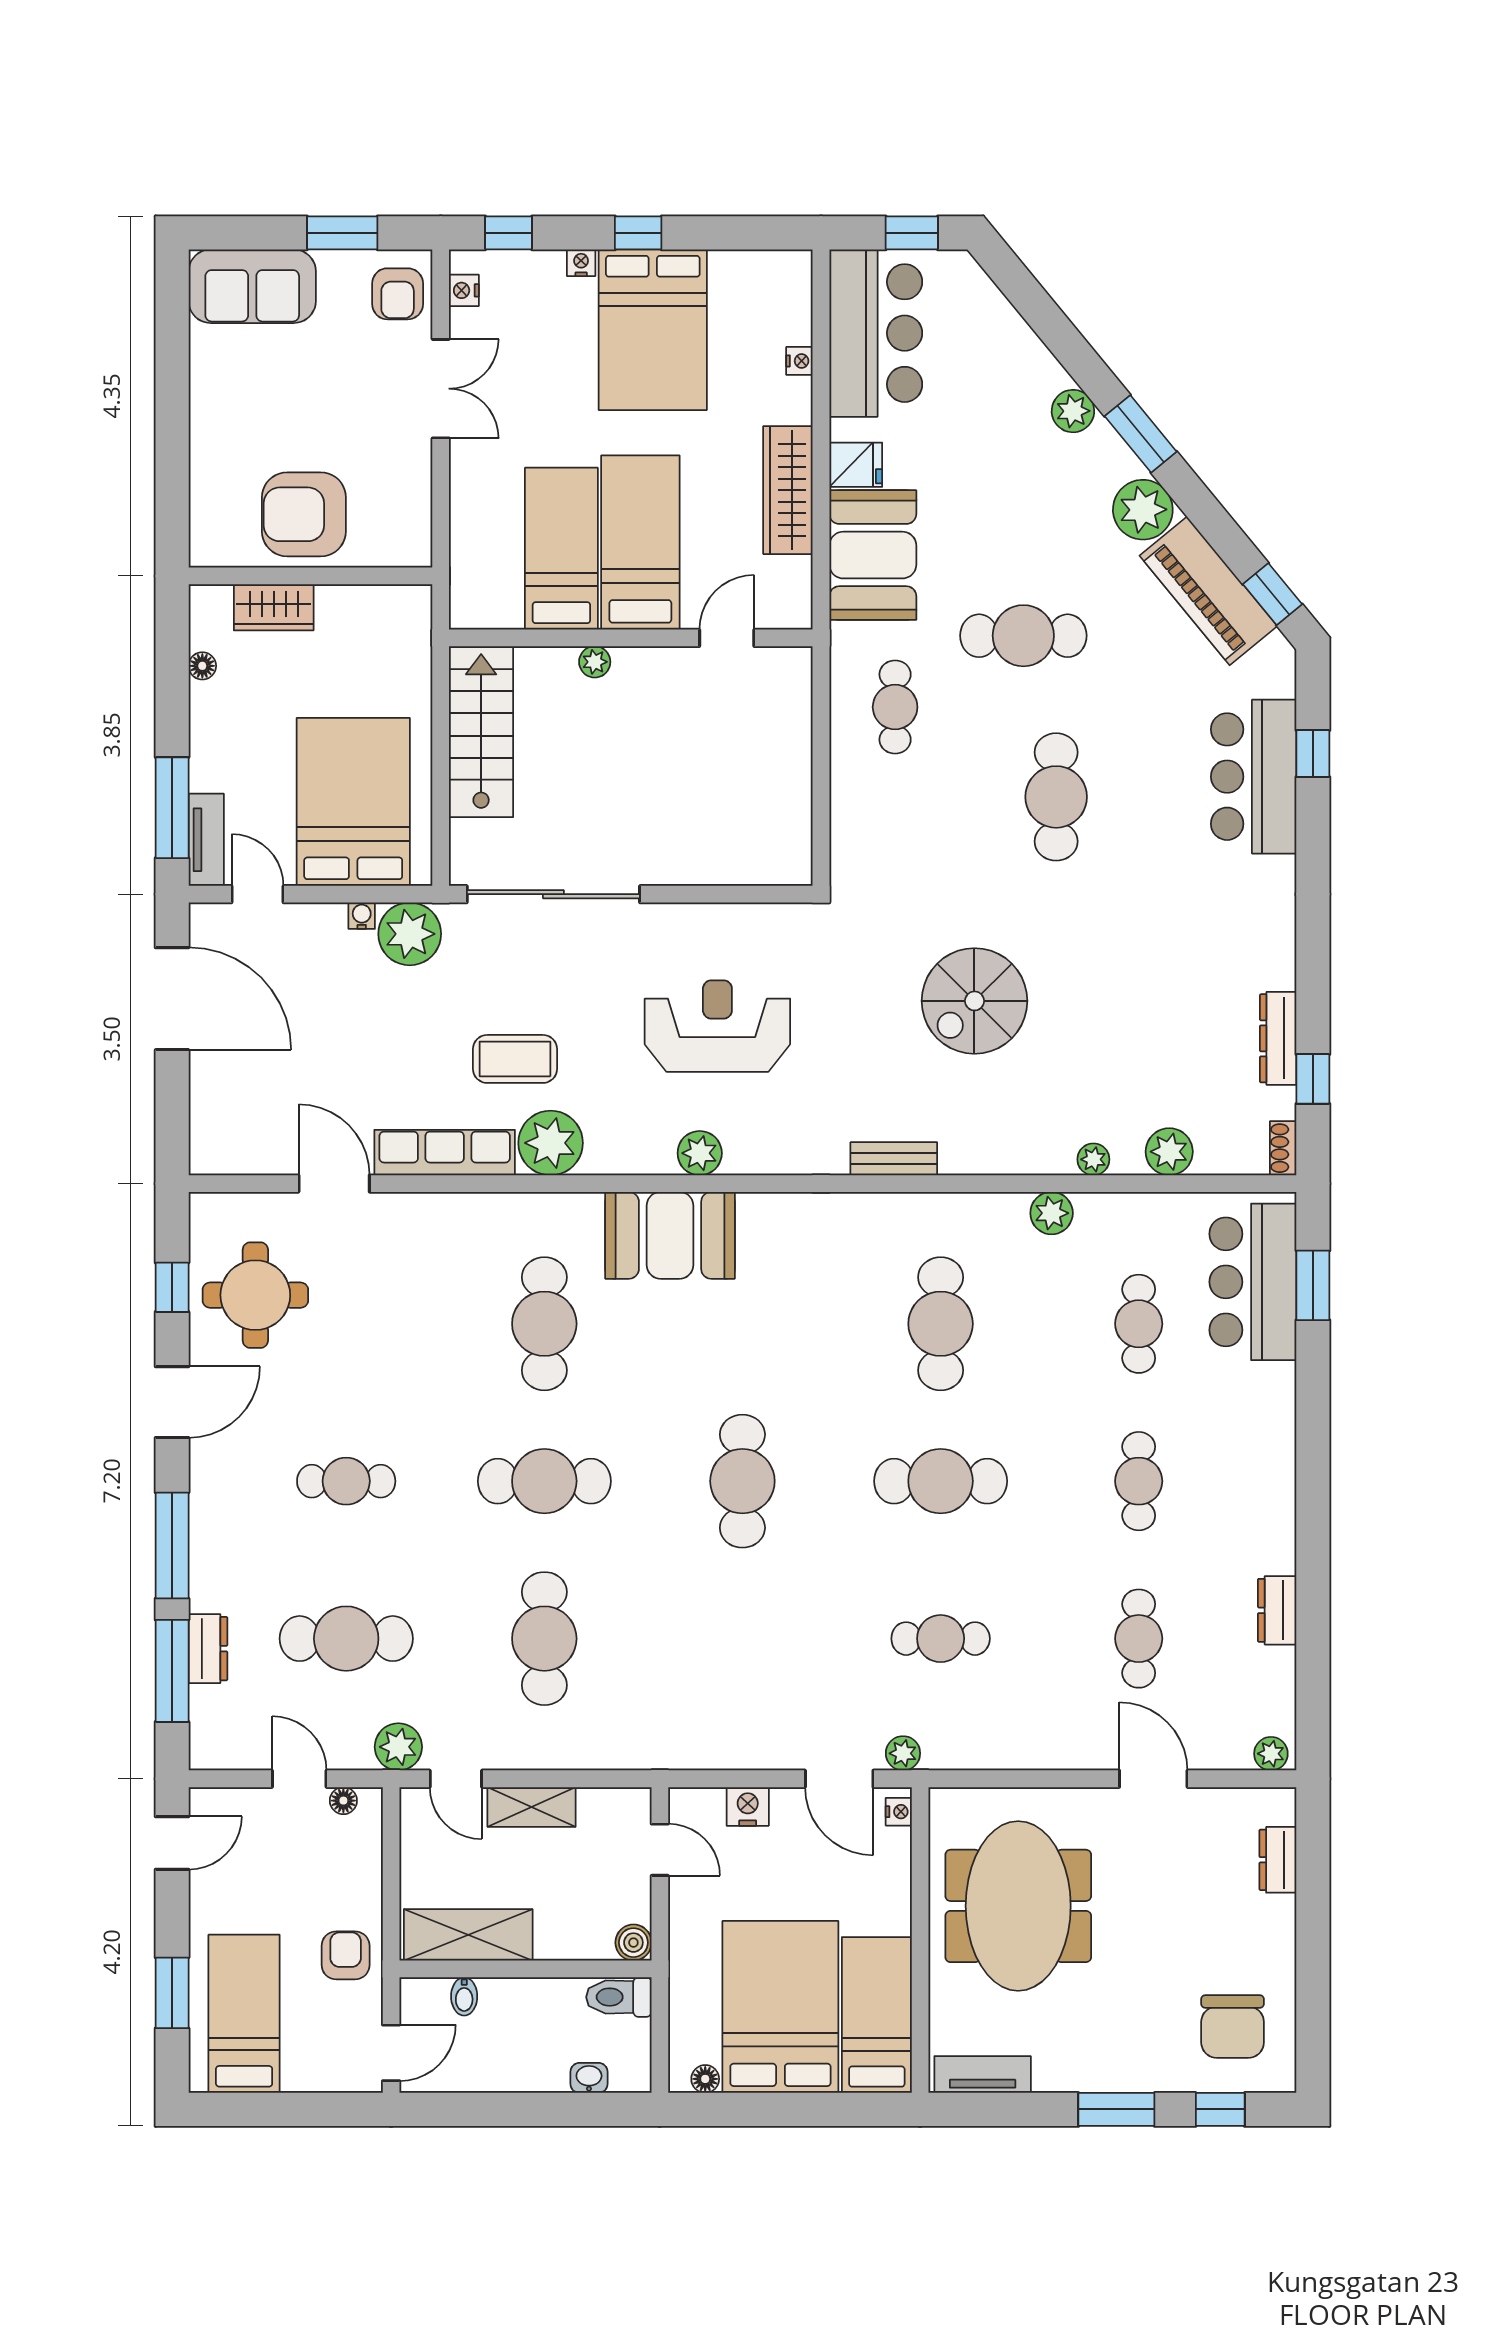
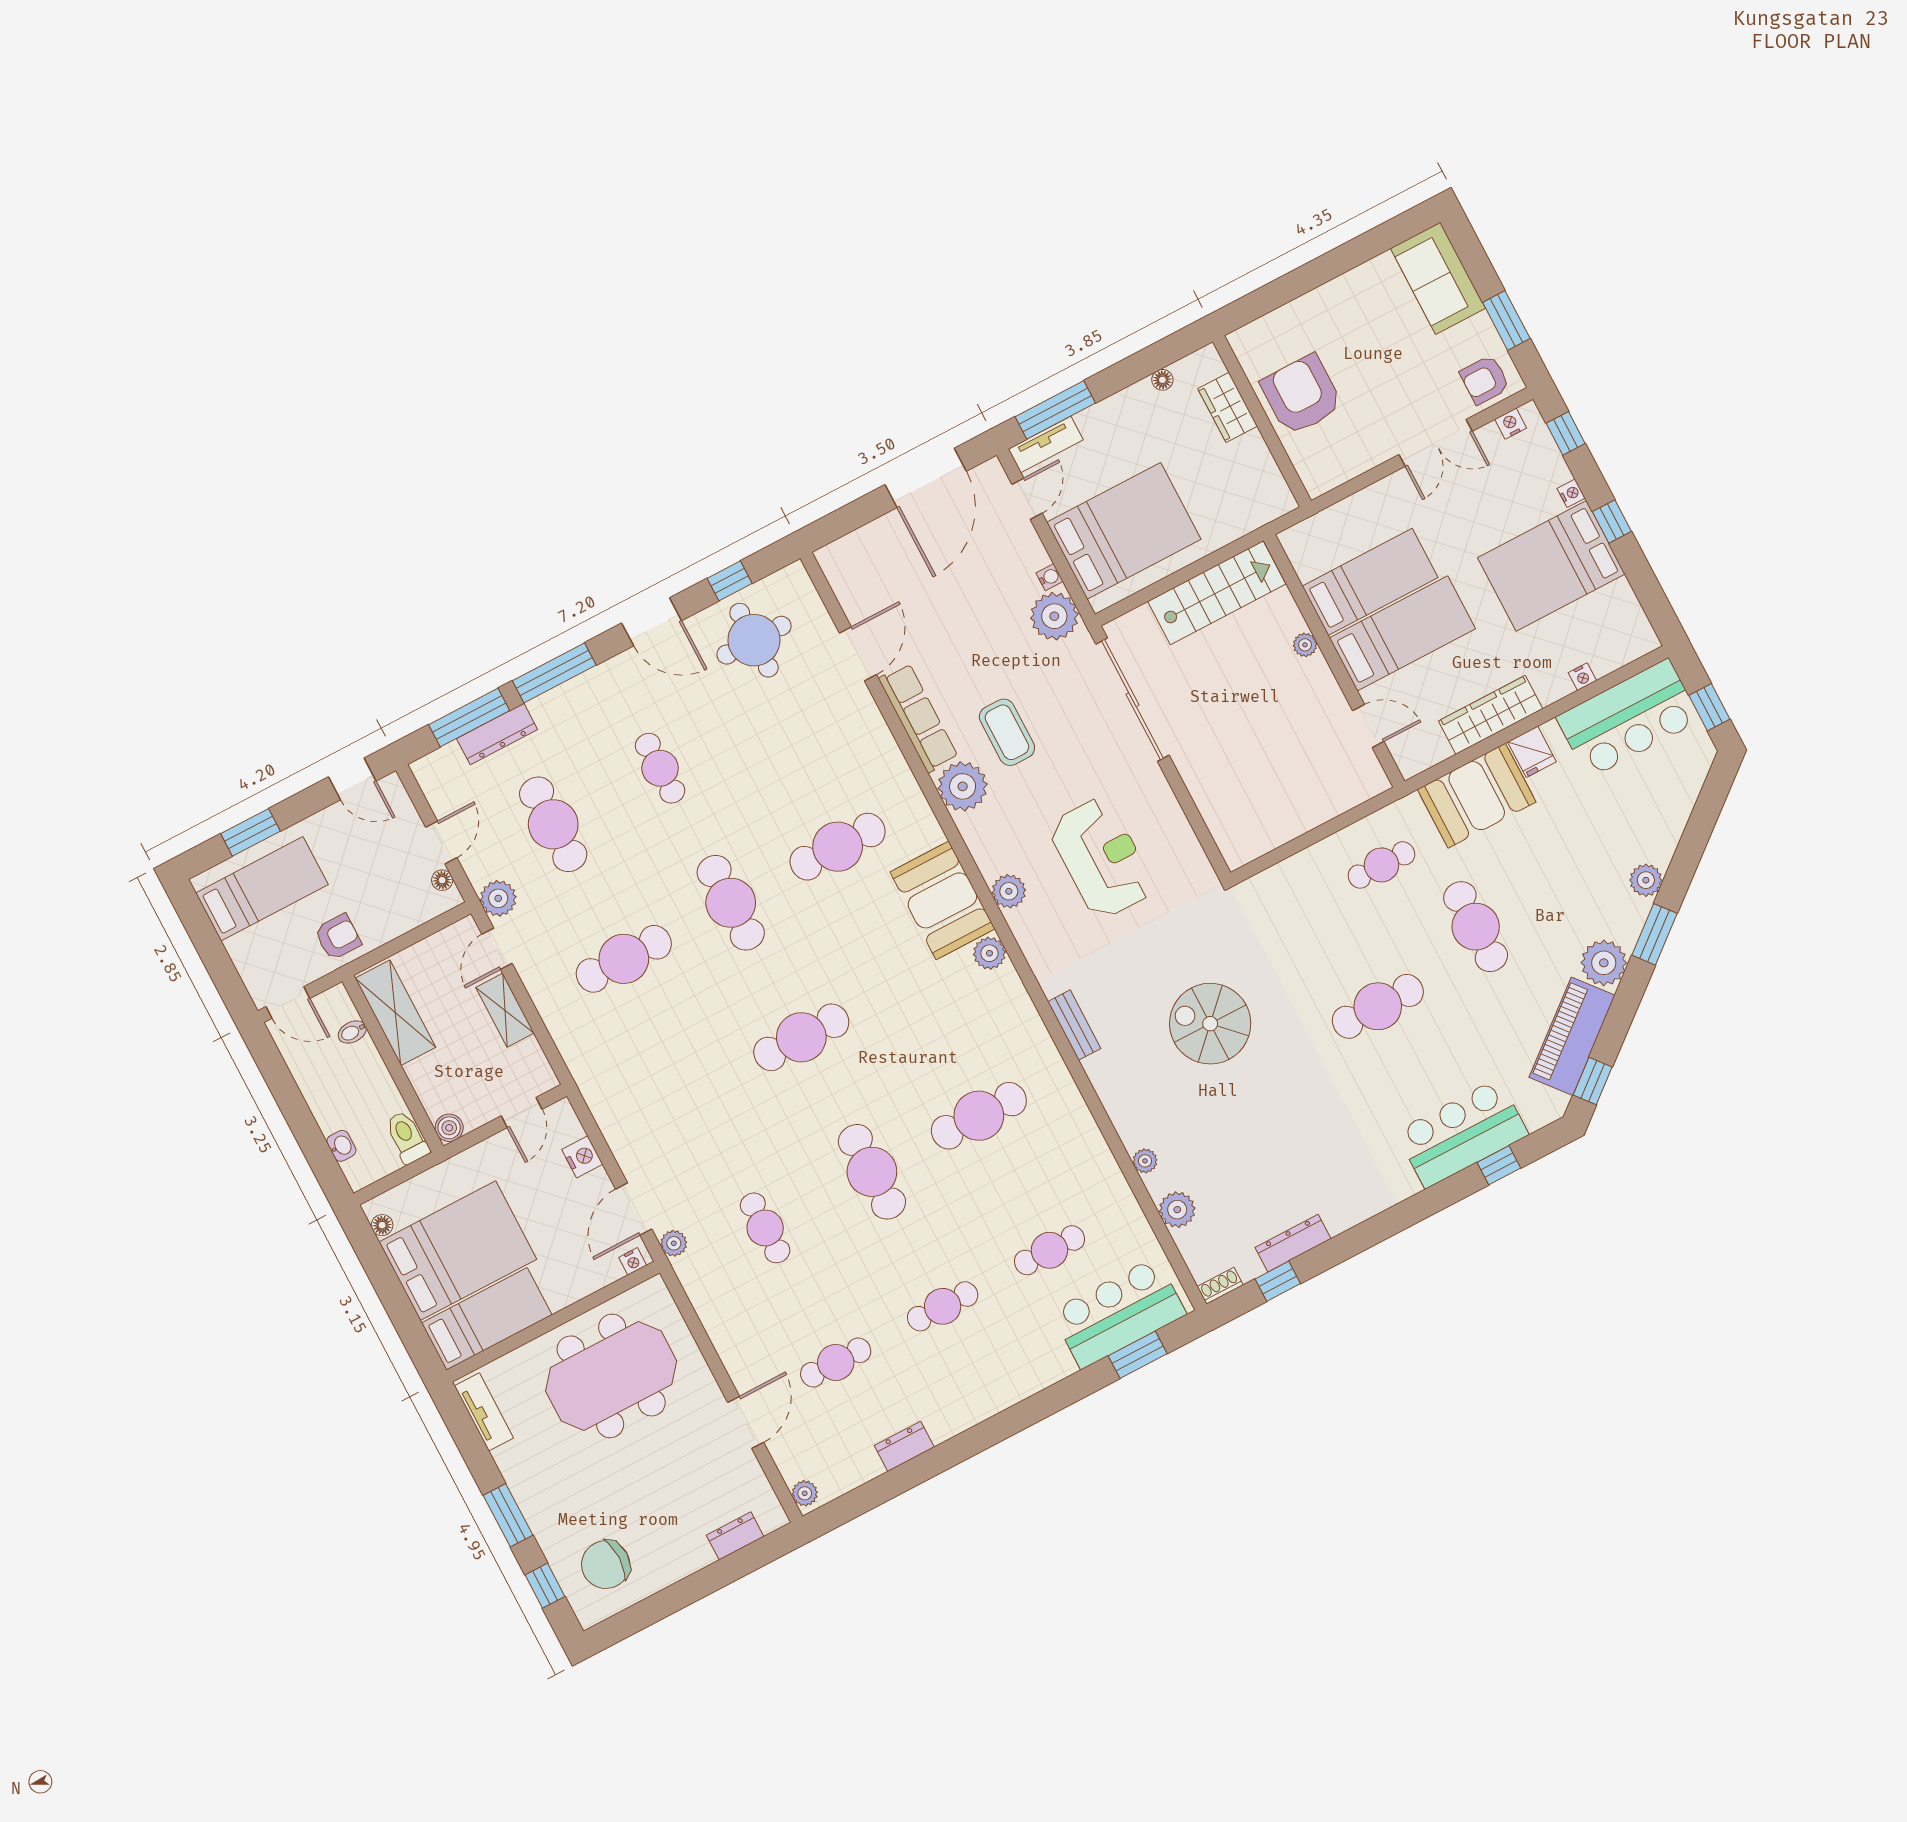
plant: (1052, 1213) -> (989, 953), moved
dresser: (208, 1649) -> (497, 734), width x1.44

